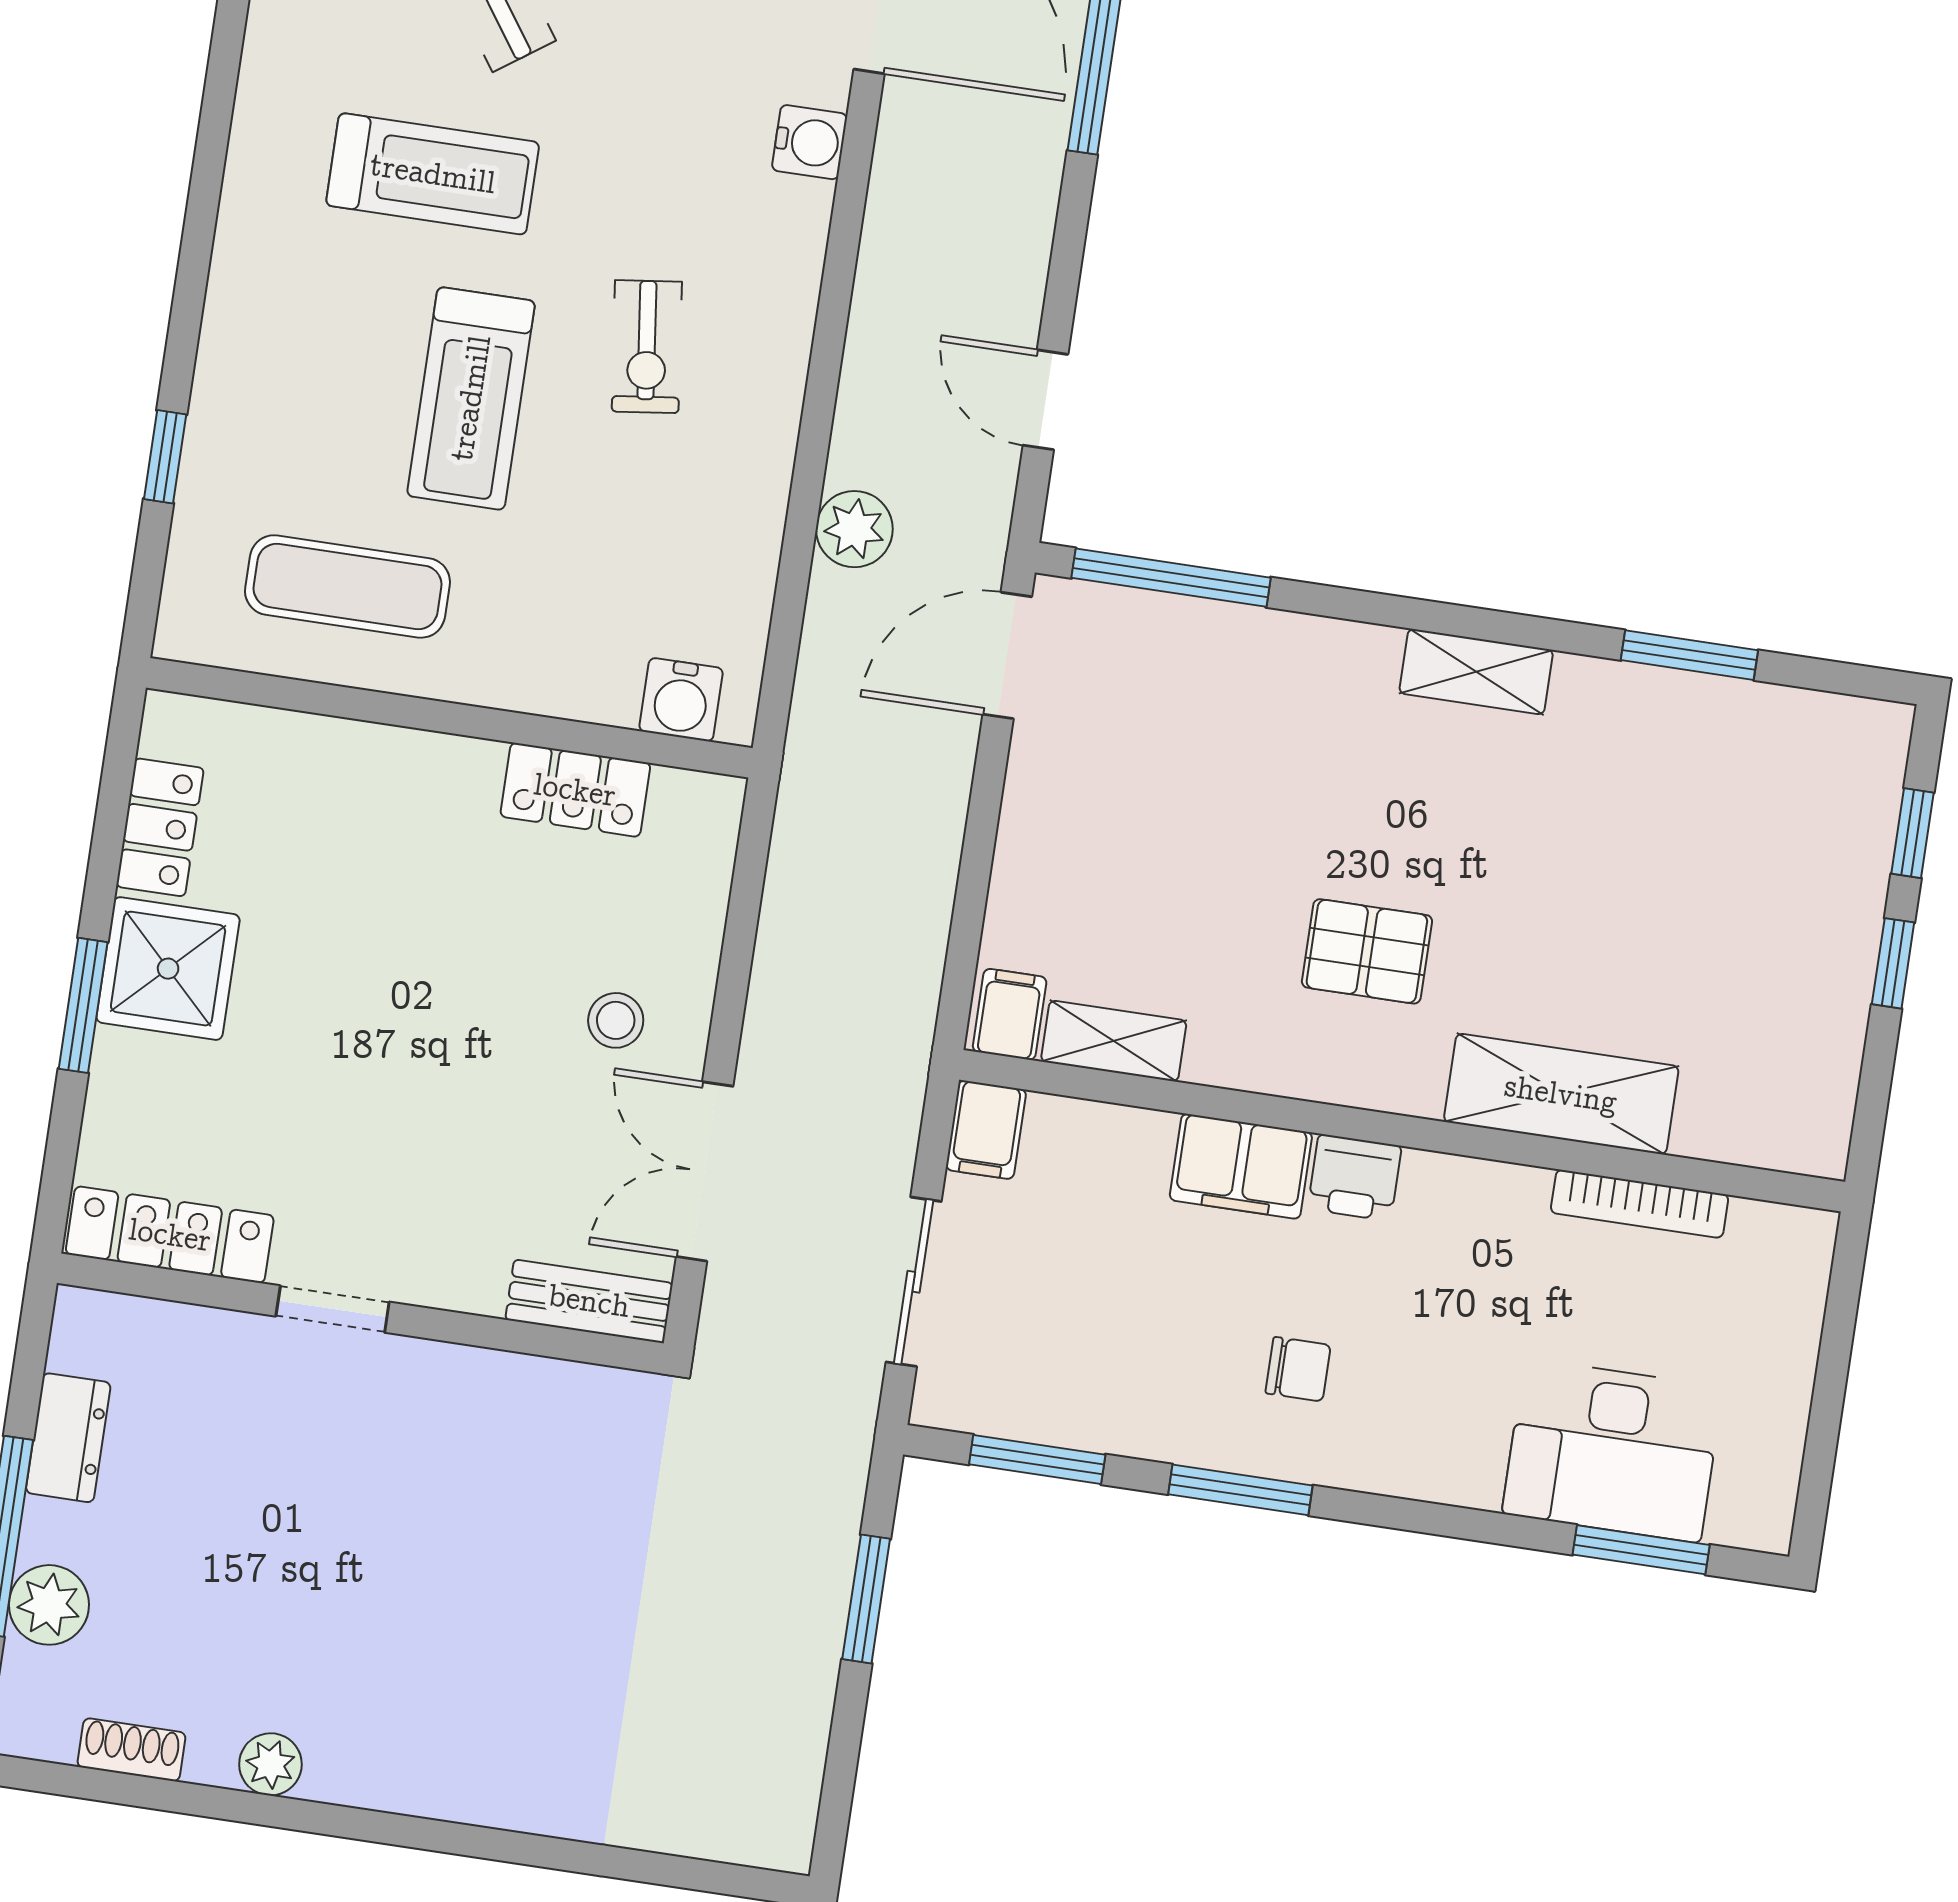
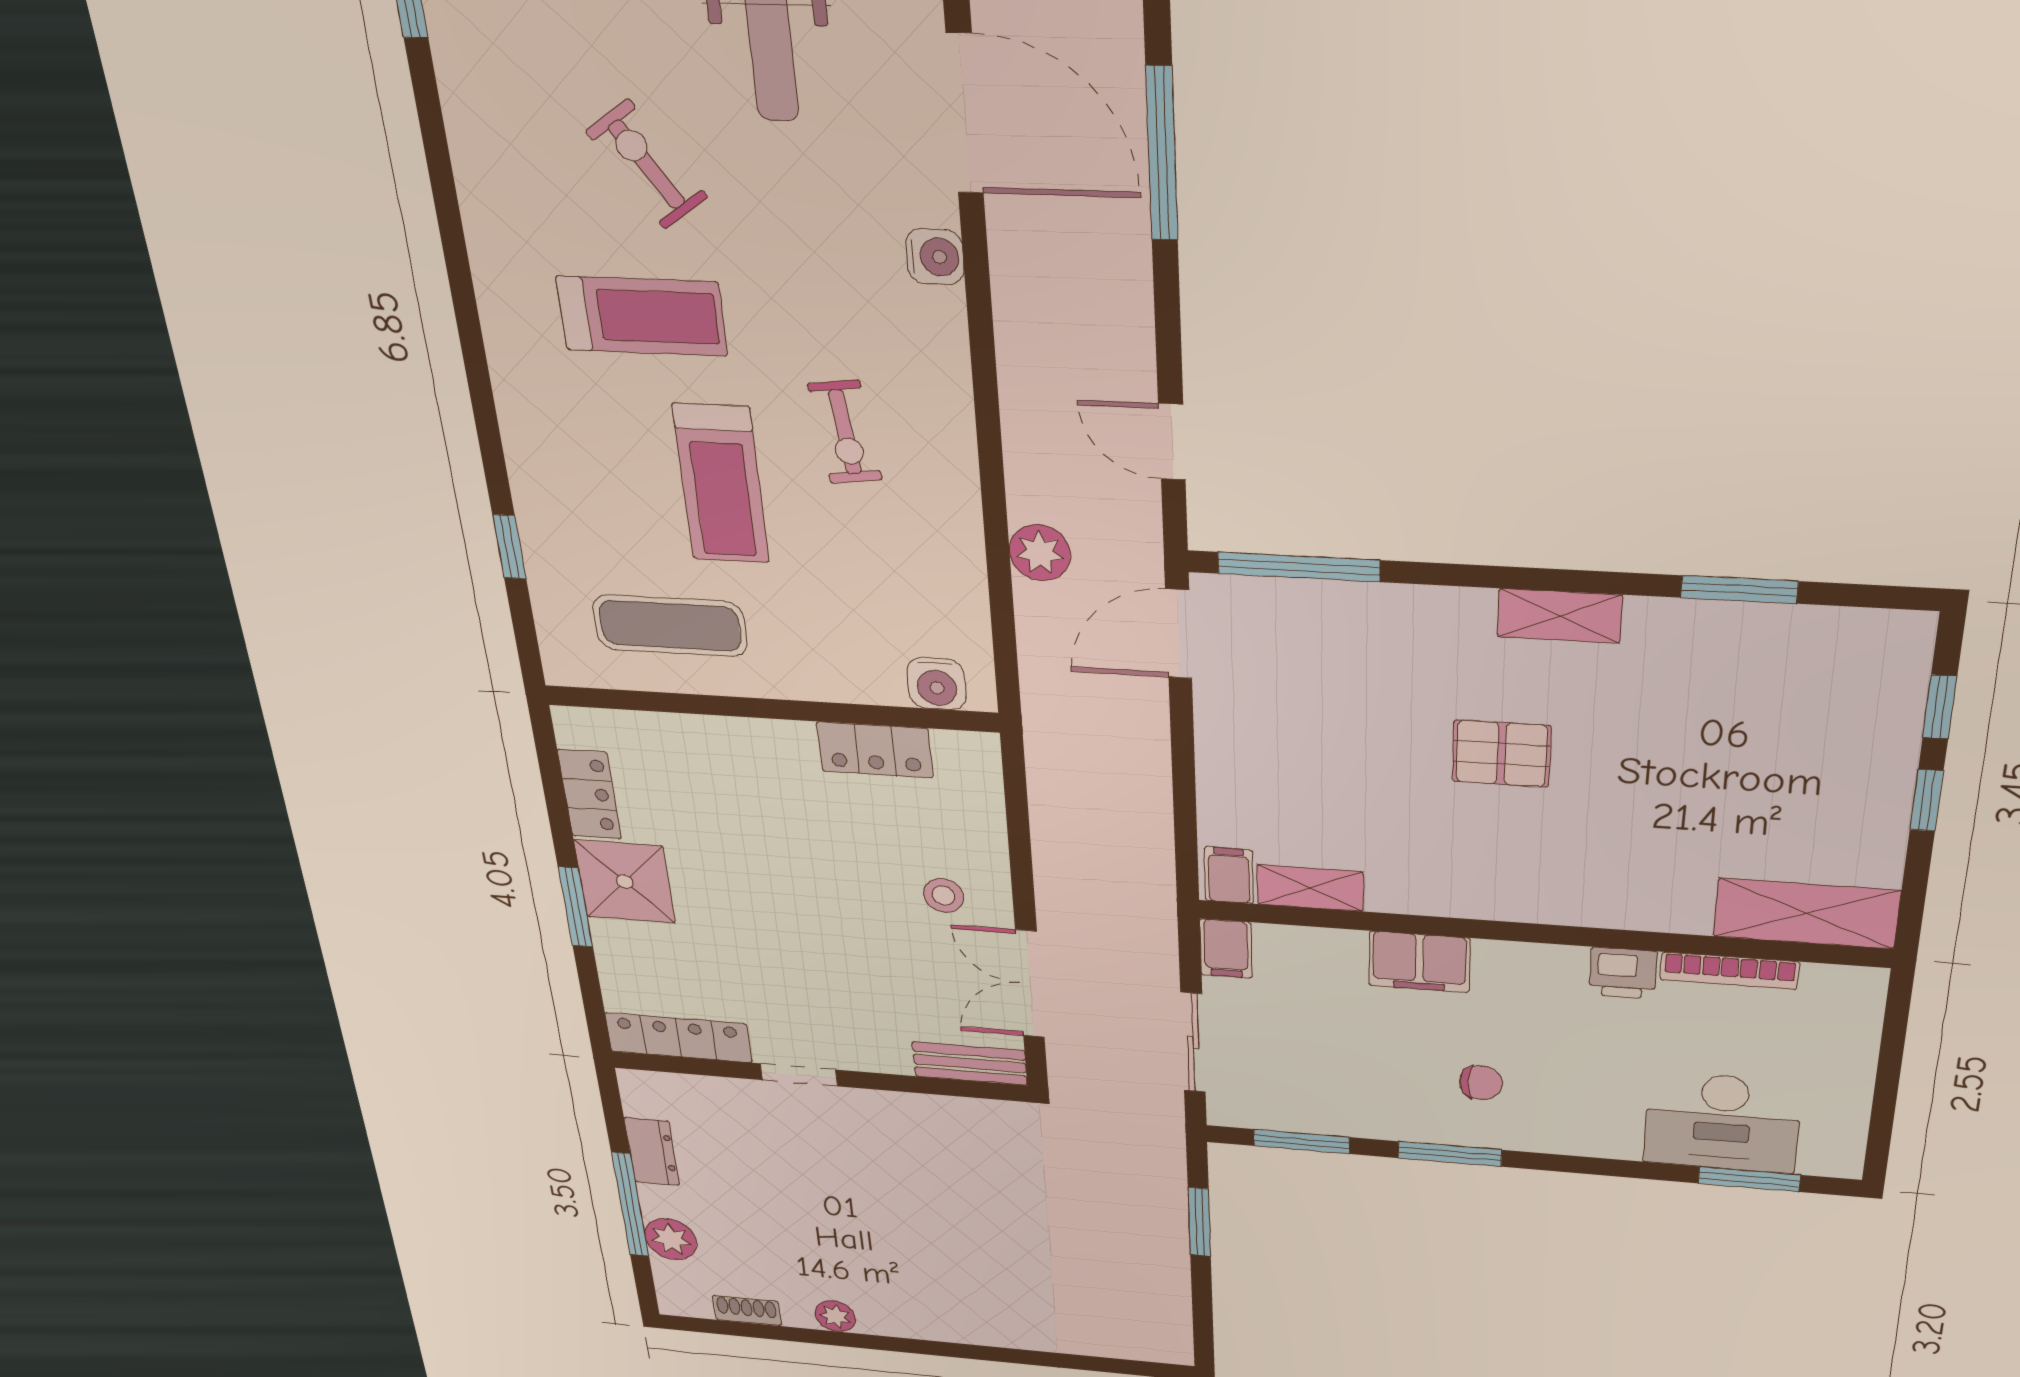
pallet: (1367, 951) -> (1502, 754), moved
shelving: (1561, 1094) -> (1806, 913), moved
printer: (1355, 1177) -> (1623, 973), moved

